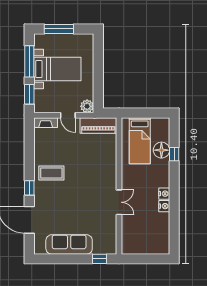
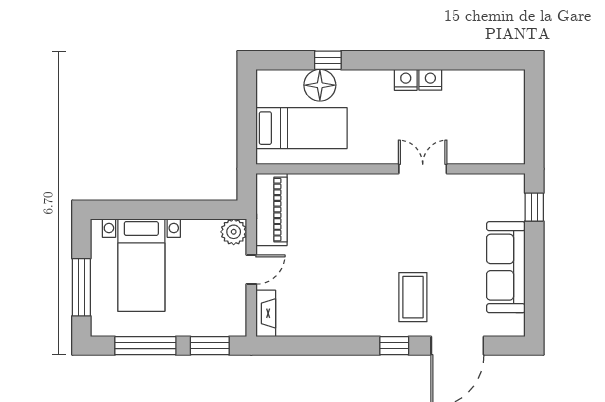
bed with nightstands: (57, 69) -> (141, 265), moved, turned 180
coffee table: (51, 173) -> (413, 297), moved

